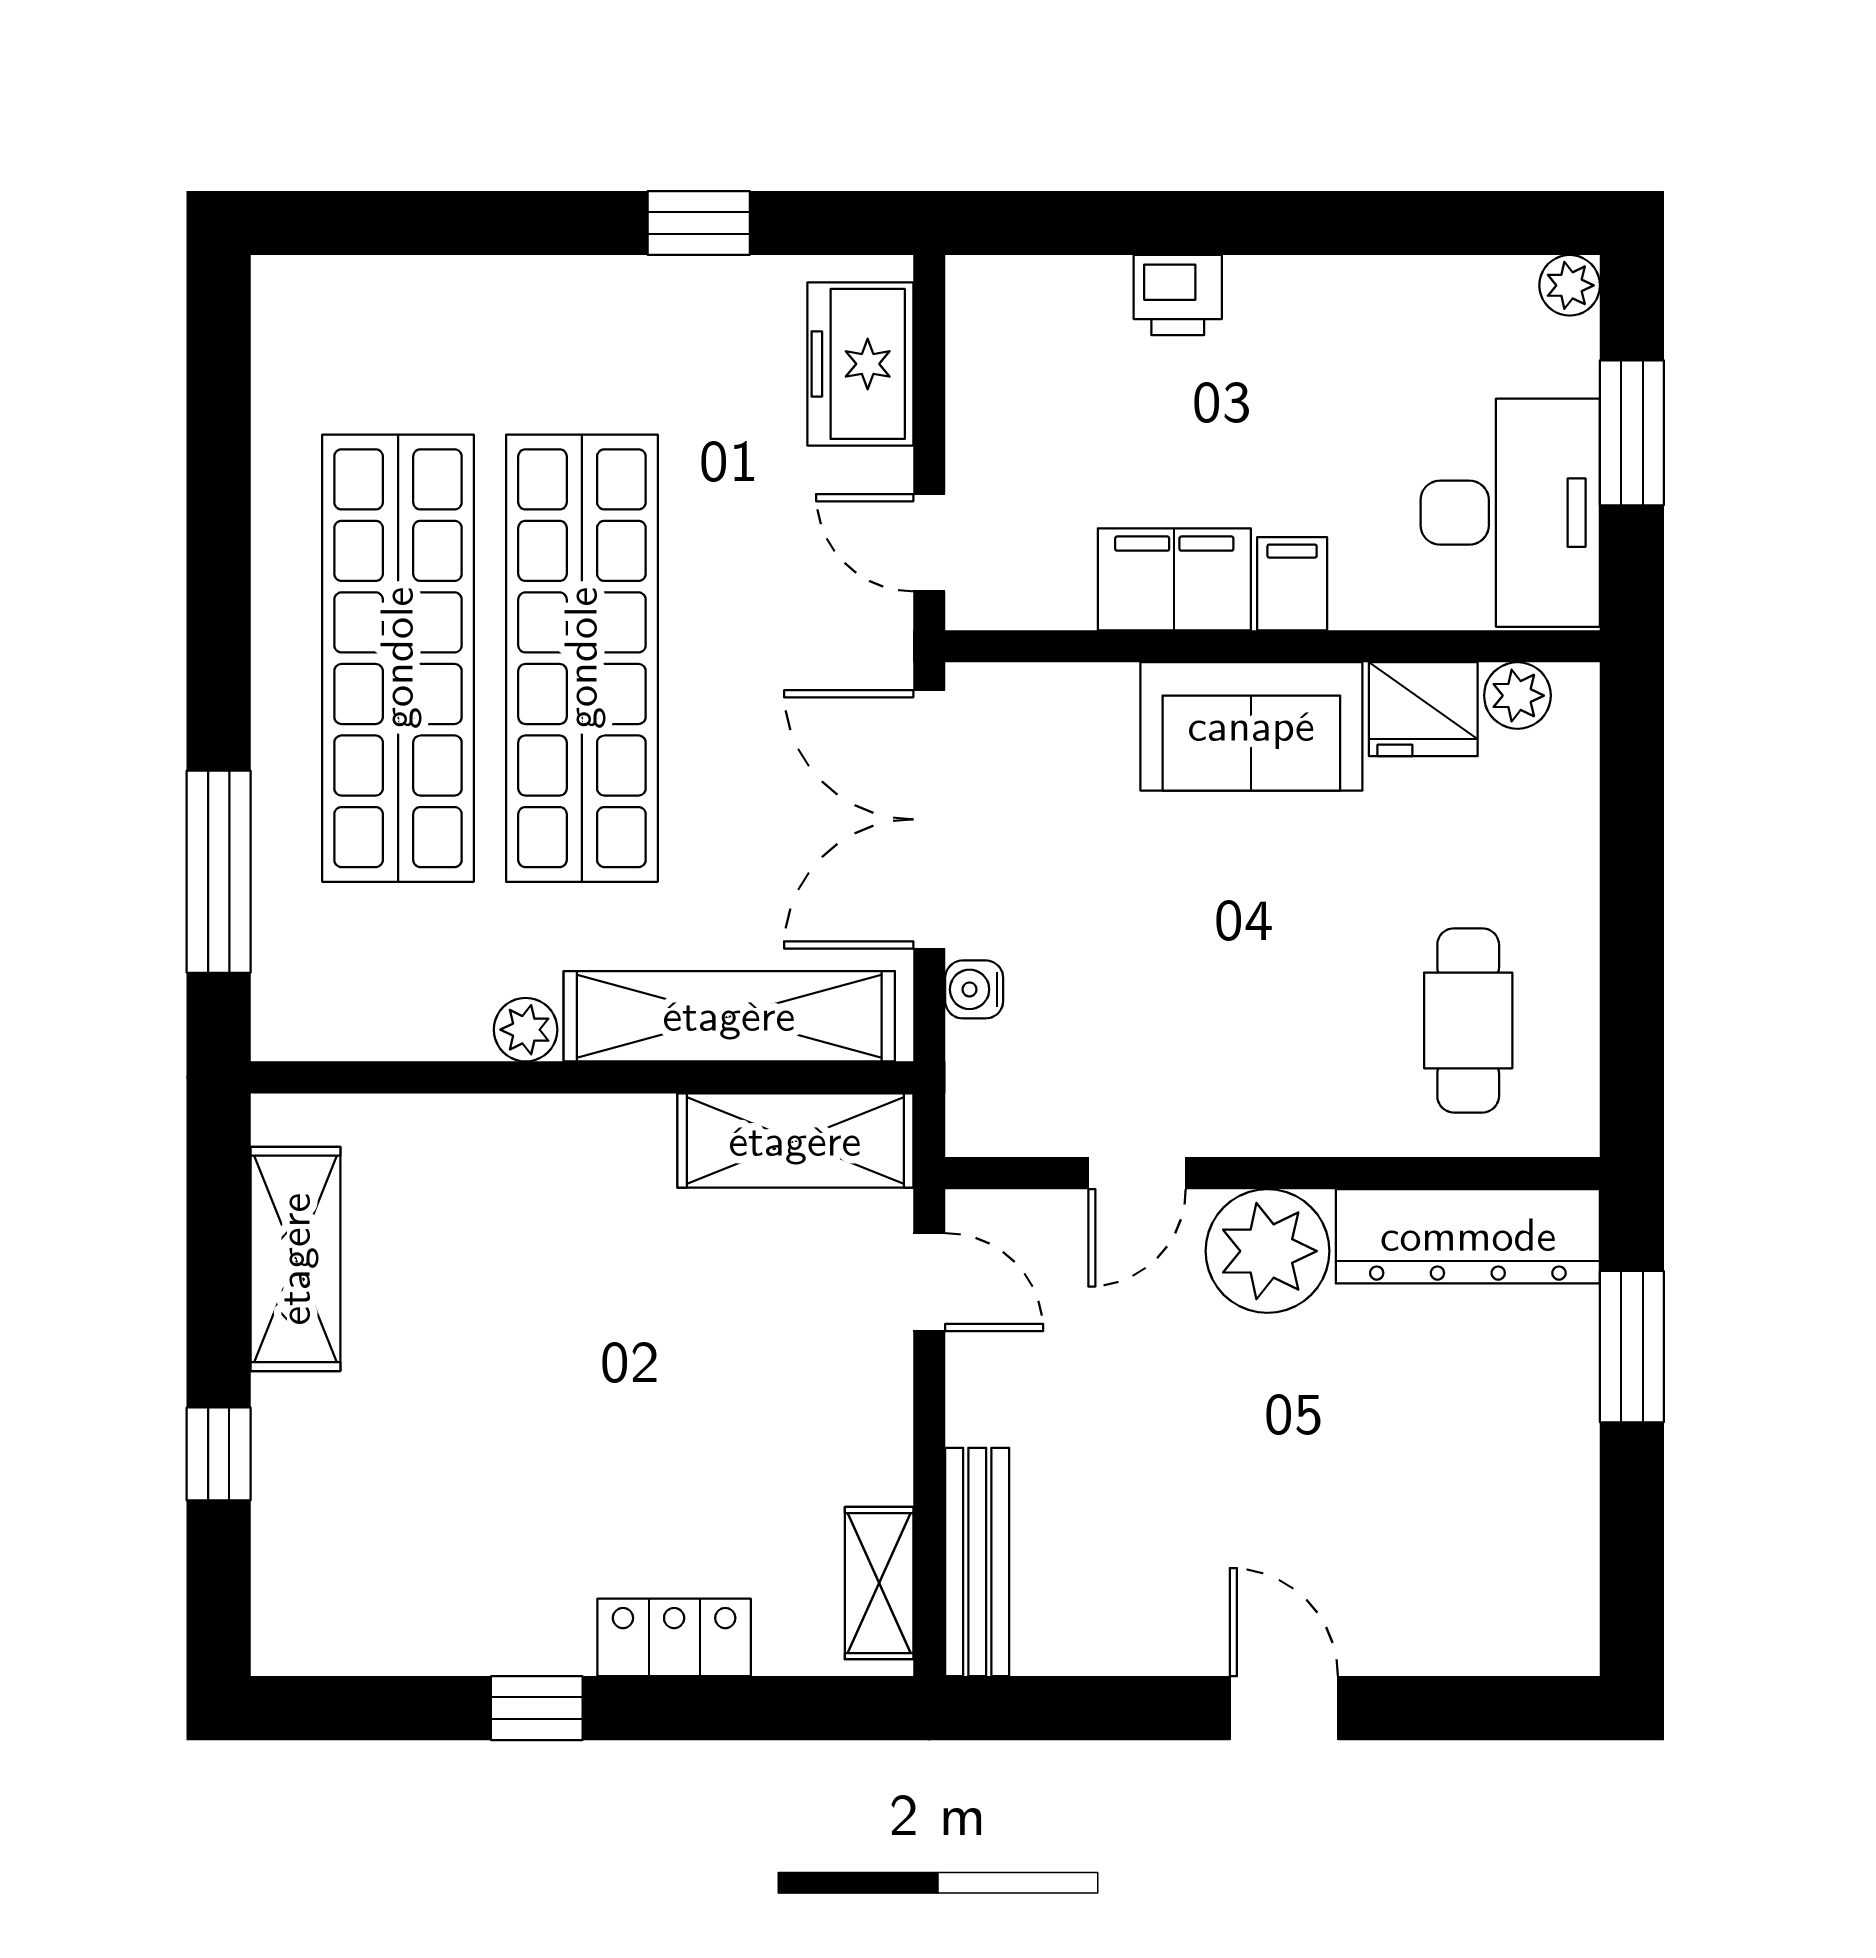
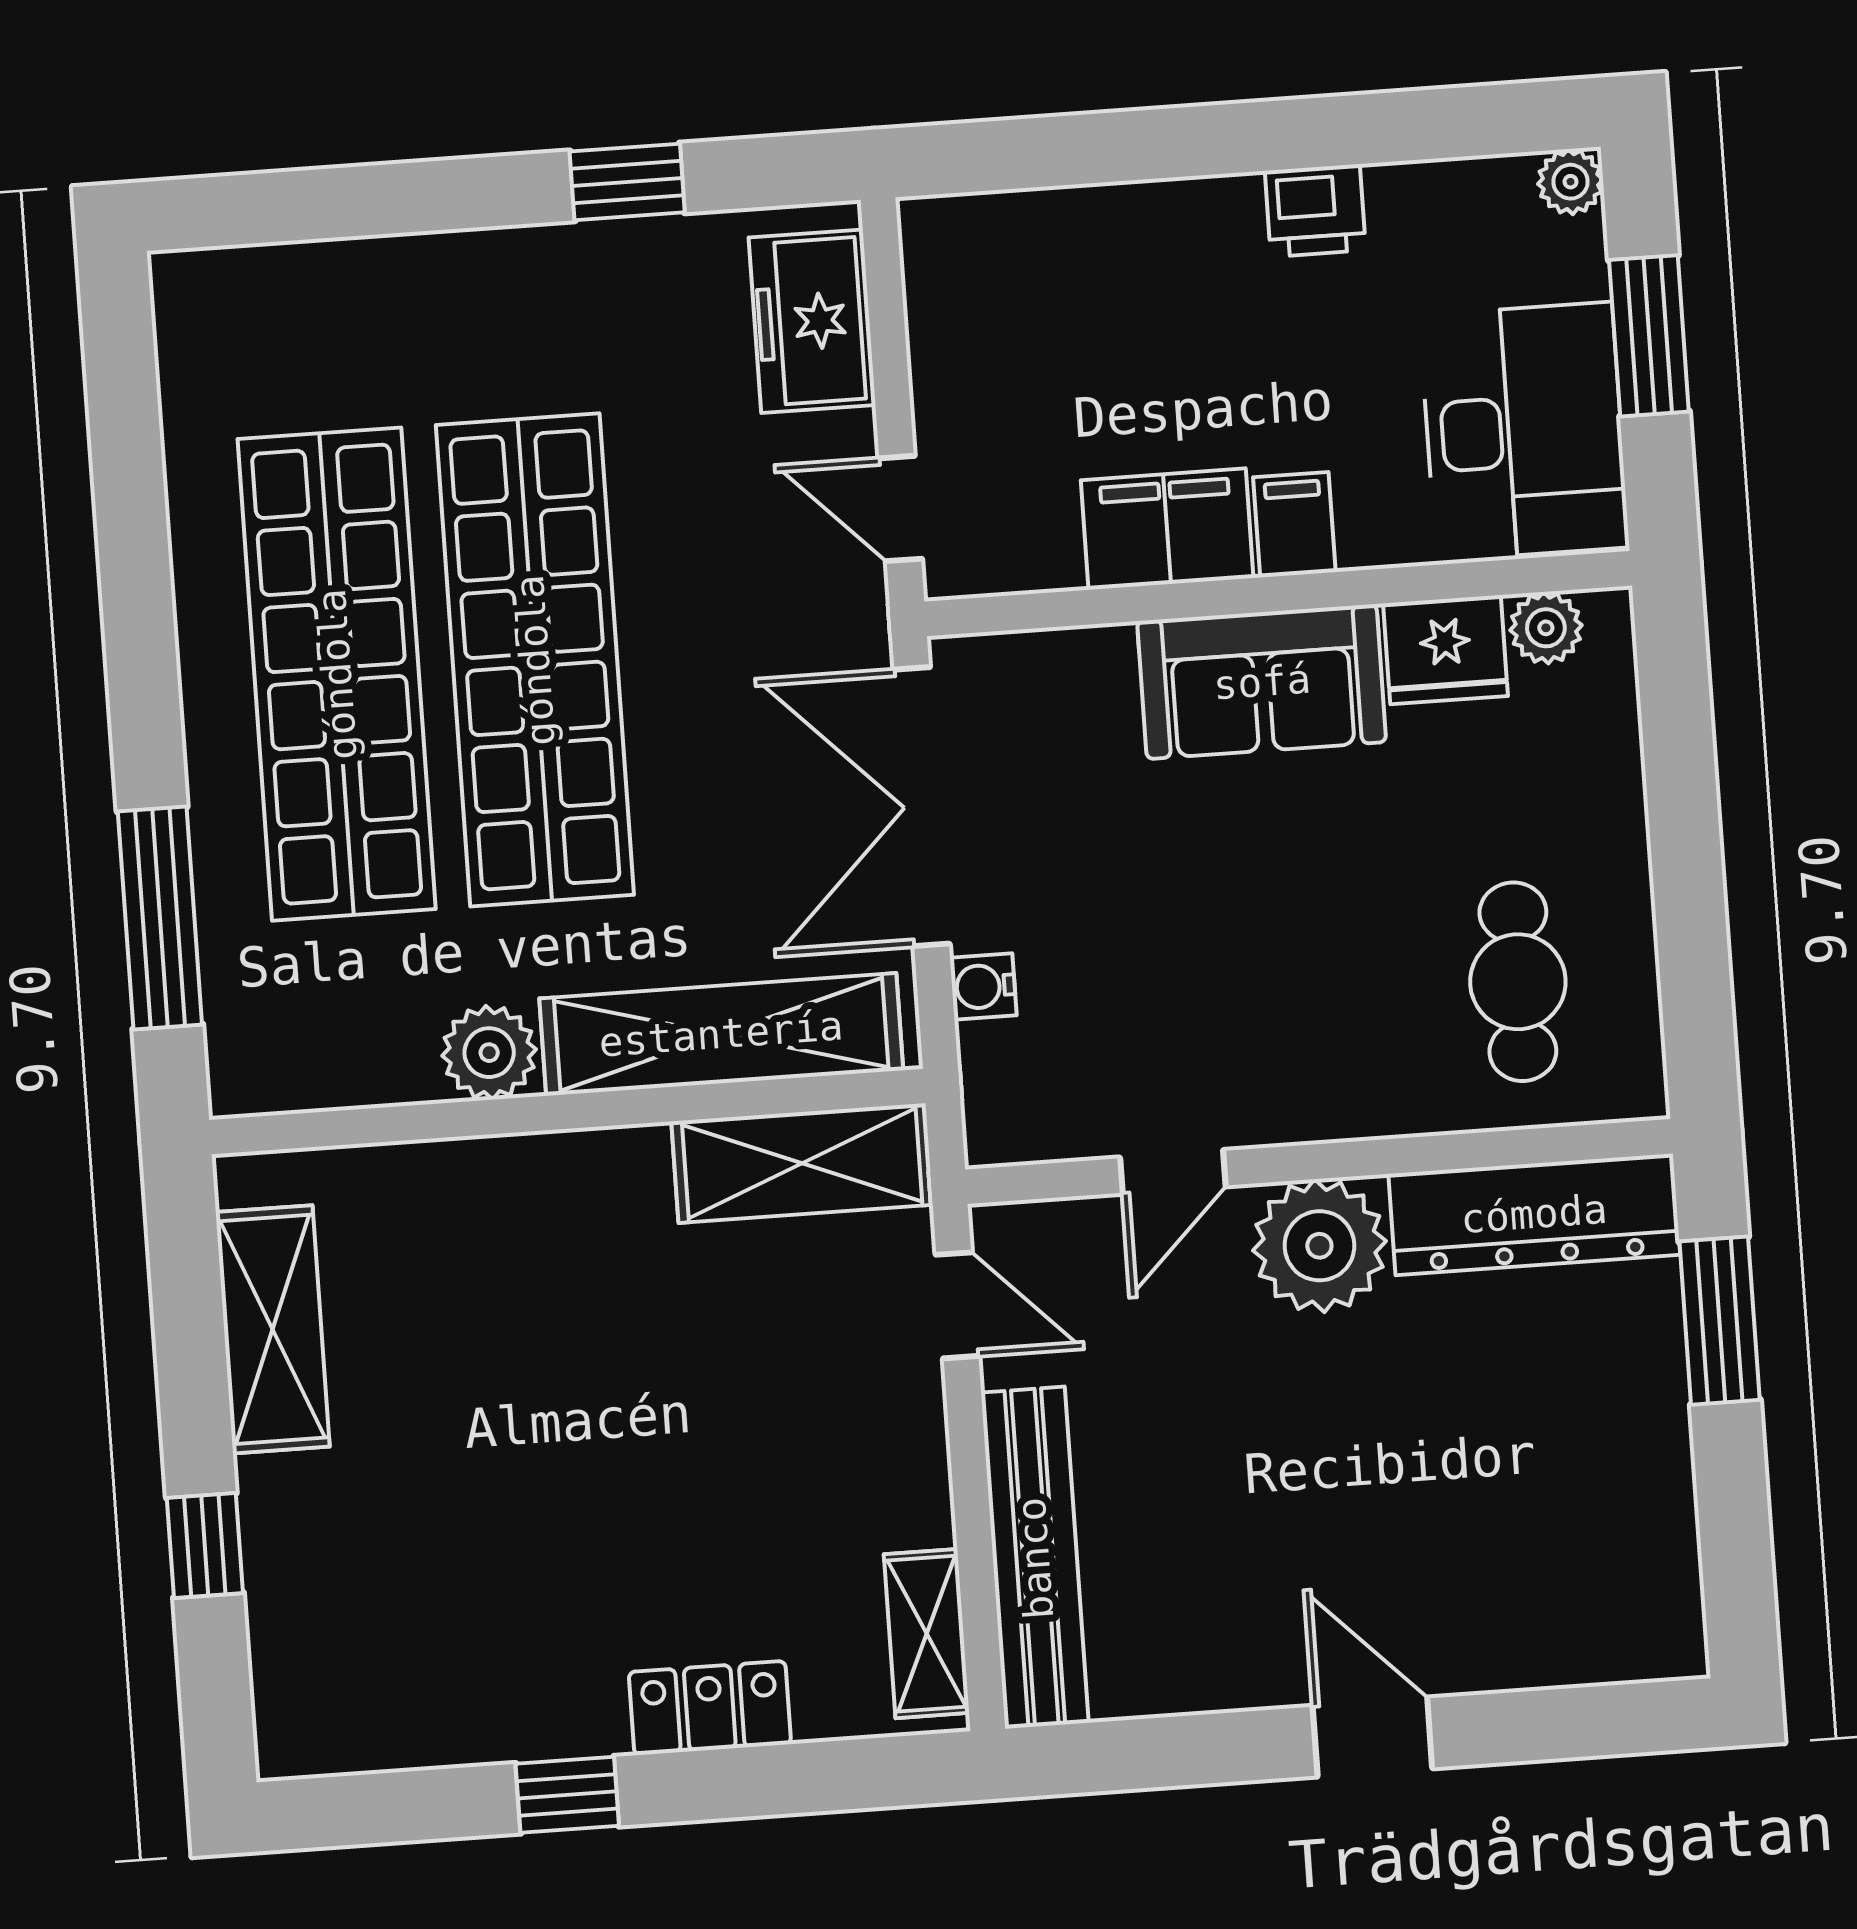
printer: (1178, 295) -> (1315, 211), moved
plant: (526, 1030) -> (489, 1053), width x1.38, depth x1.38
bench: (977, 1562) -> (1035, 1558), width x1.37, depth x1.21

